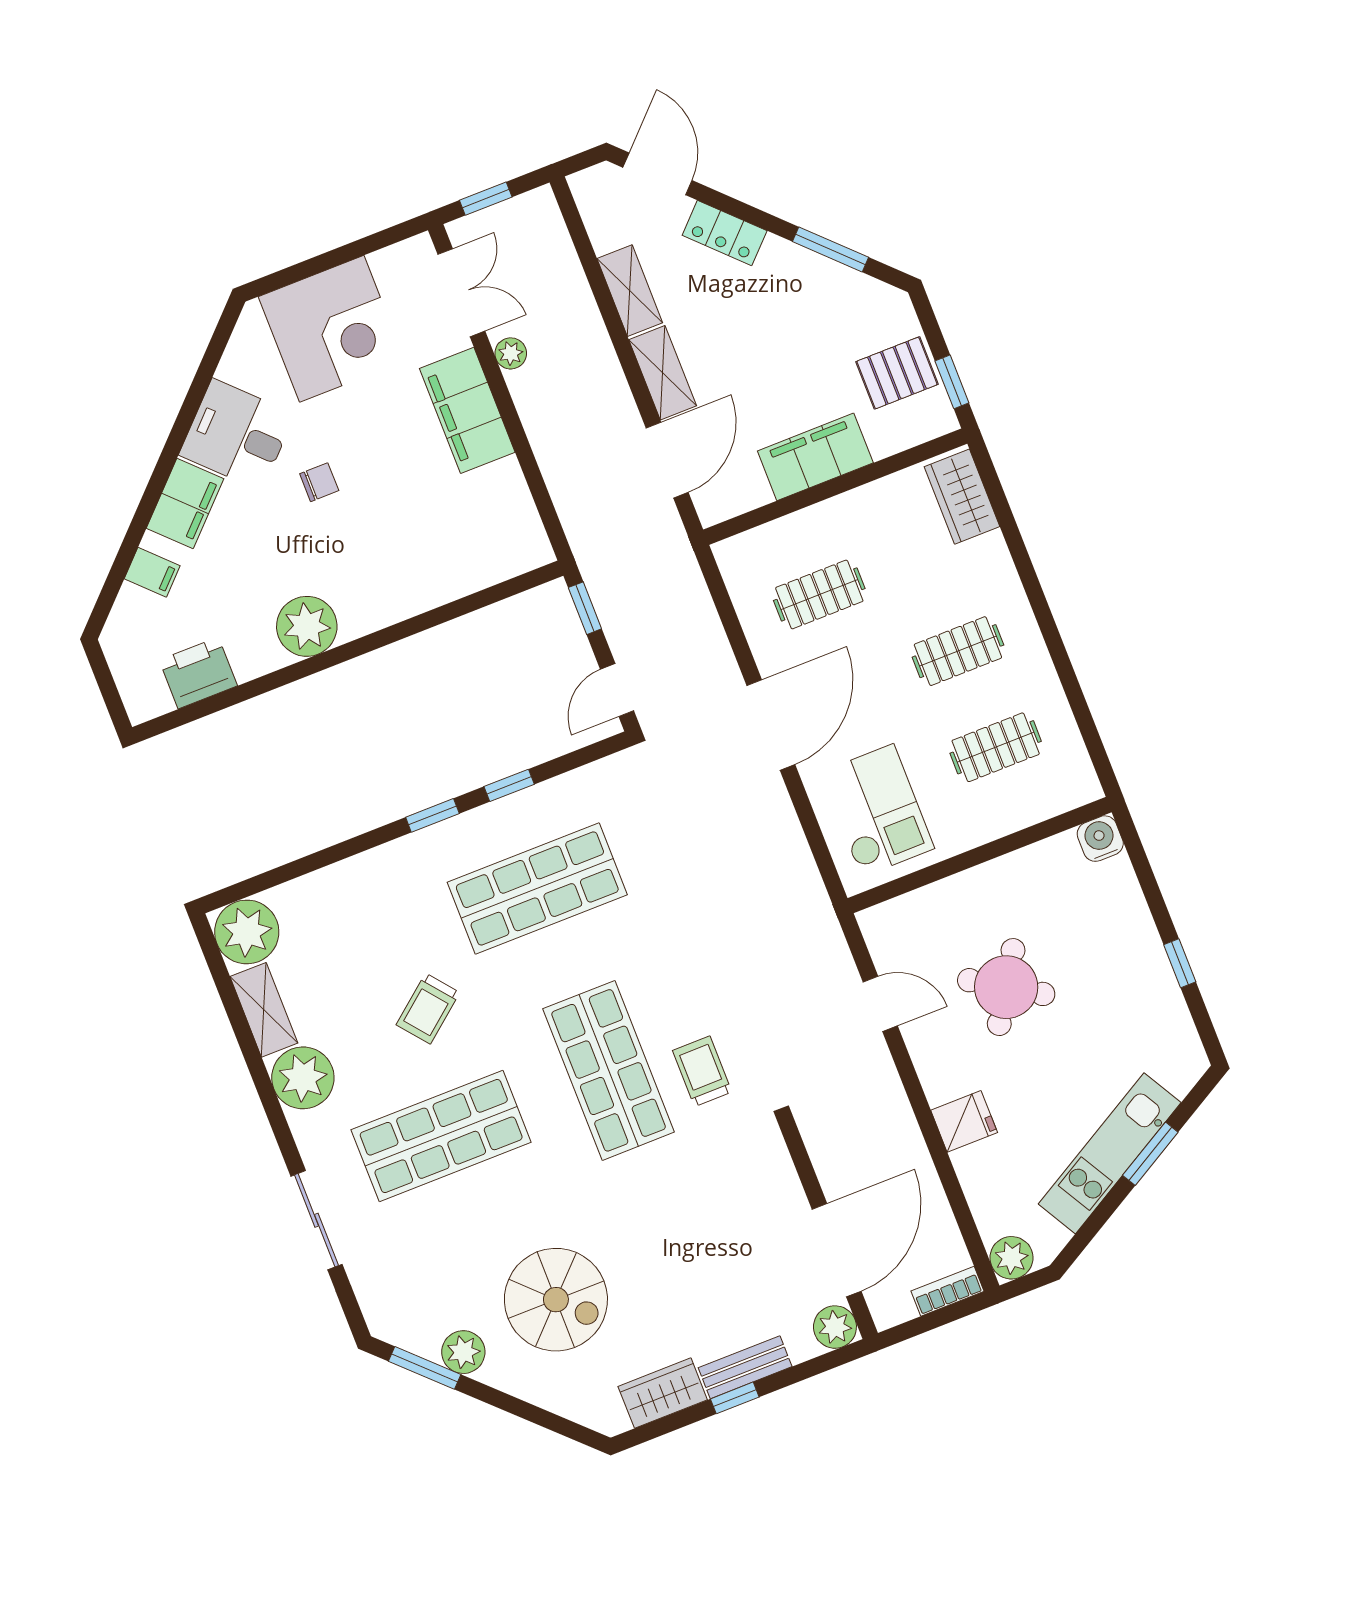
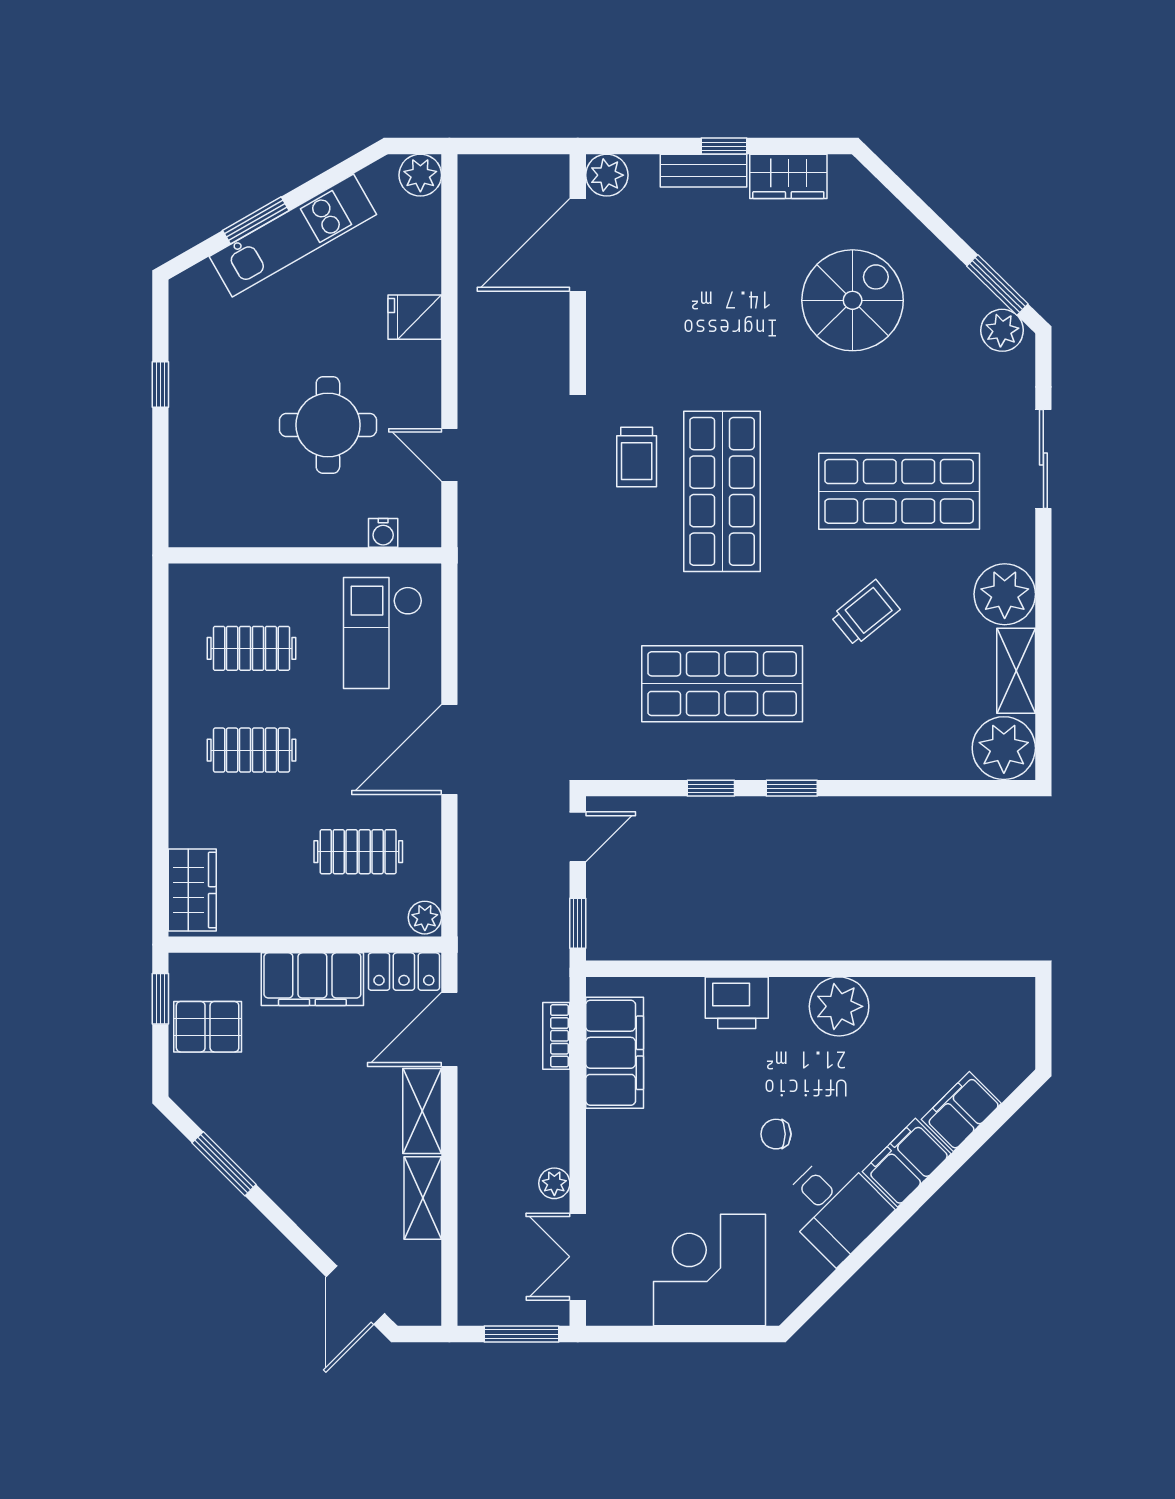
window: (486, 199) -> (522, 1334), width x1.50
locker: (725, 233) -> (404, 972), moved, turned 135
filing cabinet: (467, 410) -> (615, 1053), moved
plant: (732, 557) -> (425, 918), added
filing cabinet: (152, 572) -> (961, 1111), width x2.00
printer: (198, 673) -> (737, 1003), moved
water cooler: (1100, 839) -> (383, 533), moved, width x0.72, depth x0.72
round table: (1006, 987) -> (328, 425), turned -32
bookcase: (948, 1291) -> (556, 1036), moved, turned 90
spiral stairs: (556, 1300) -> (853, 300), turned 90
plant: (463, 1352) -> (1002, 330), moved

